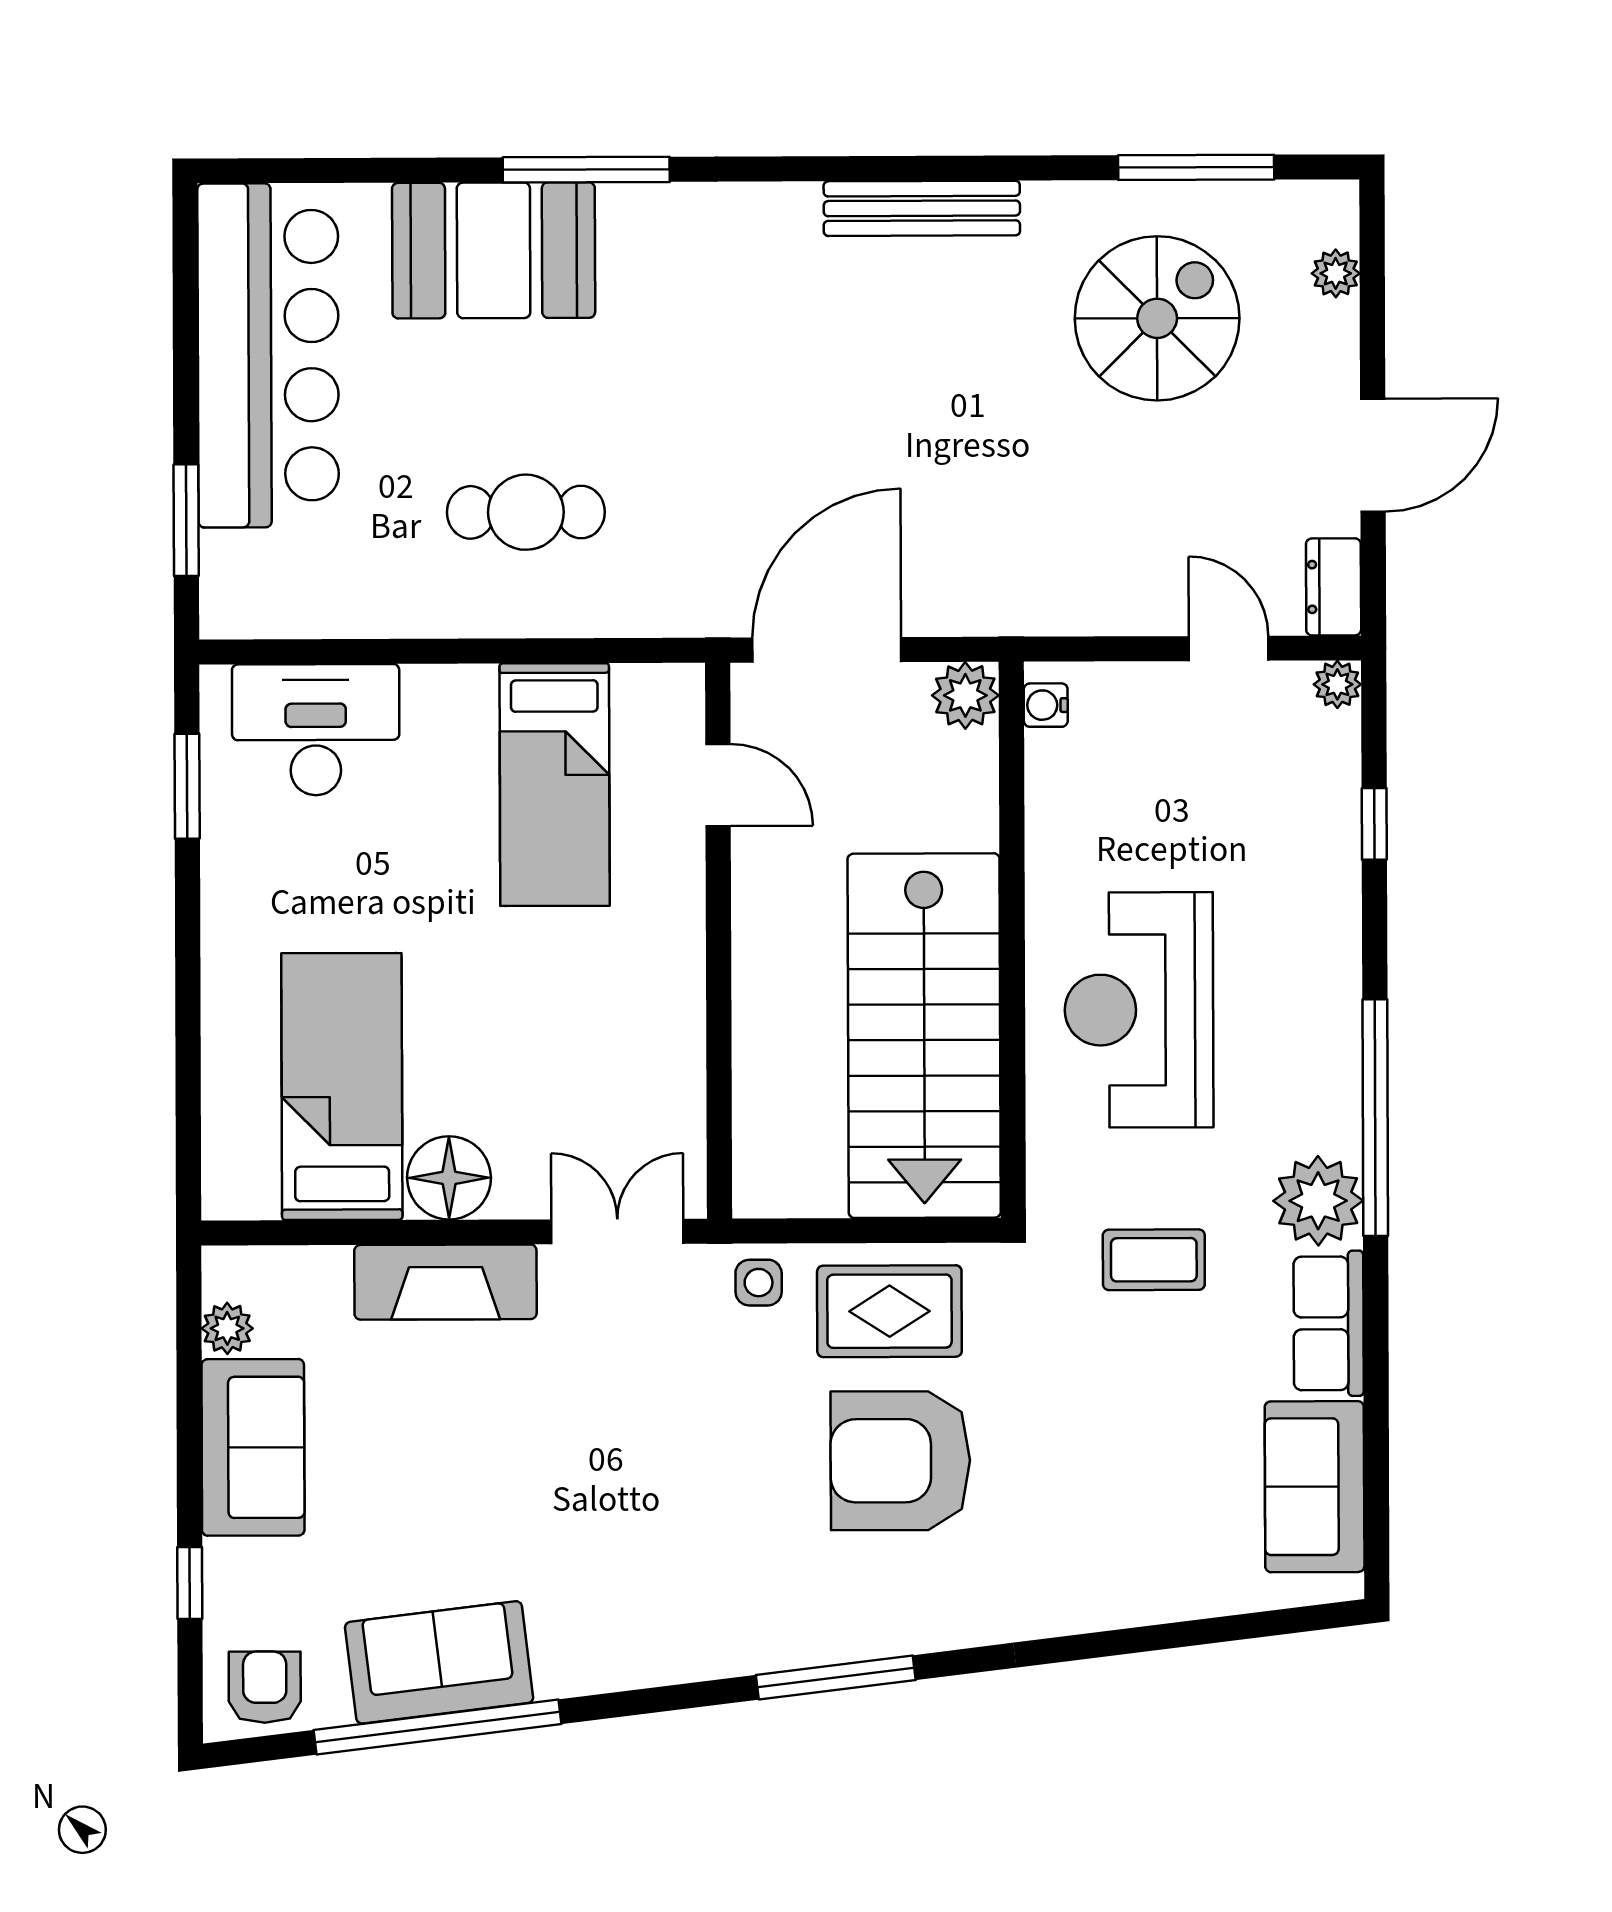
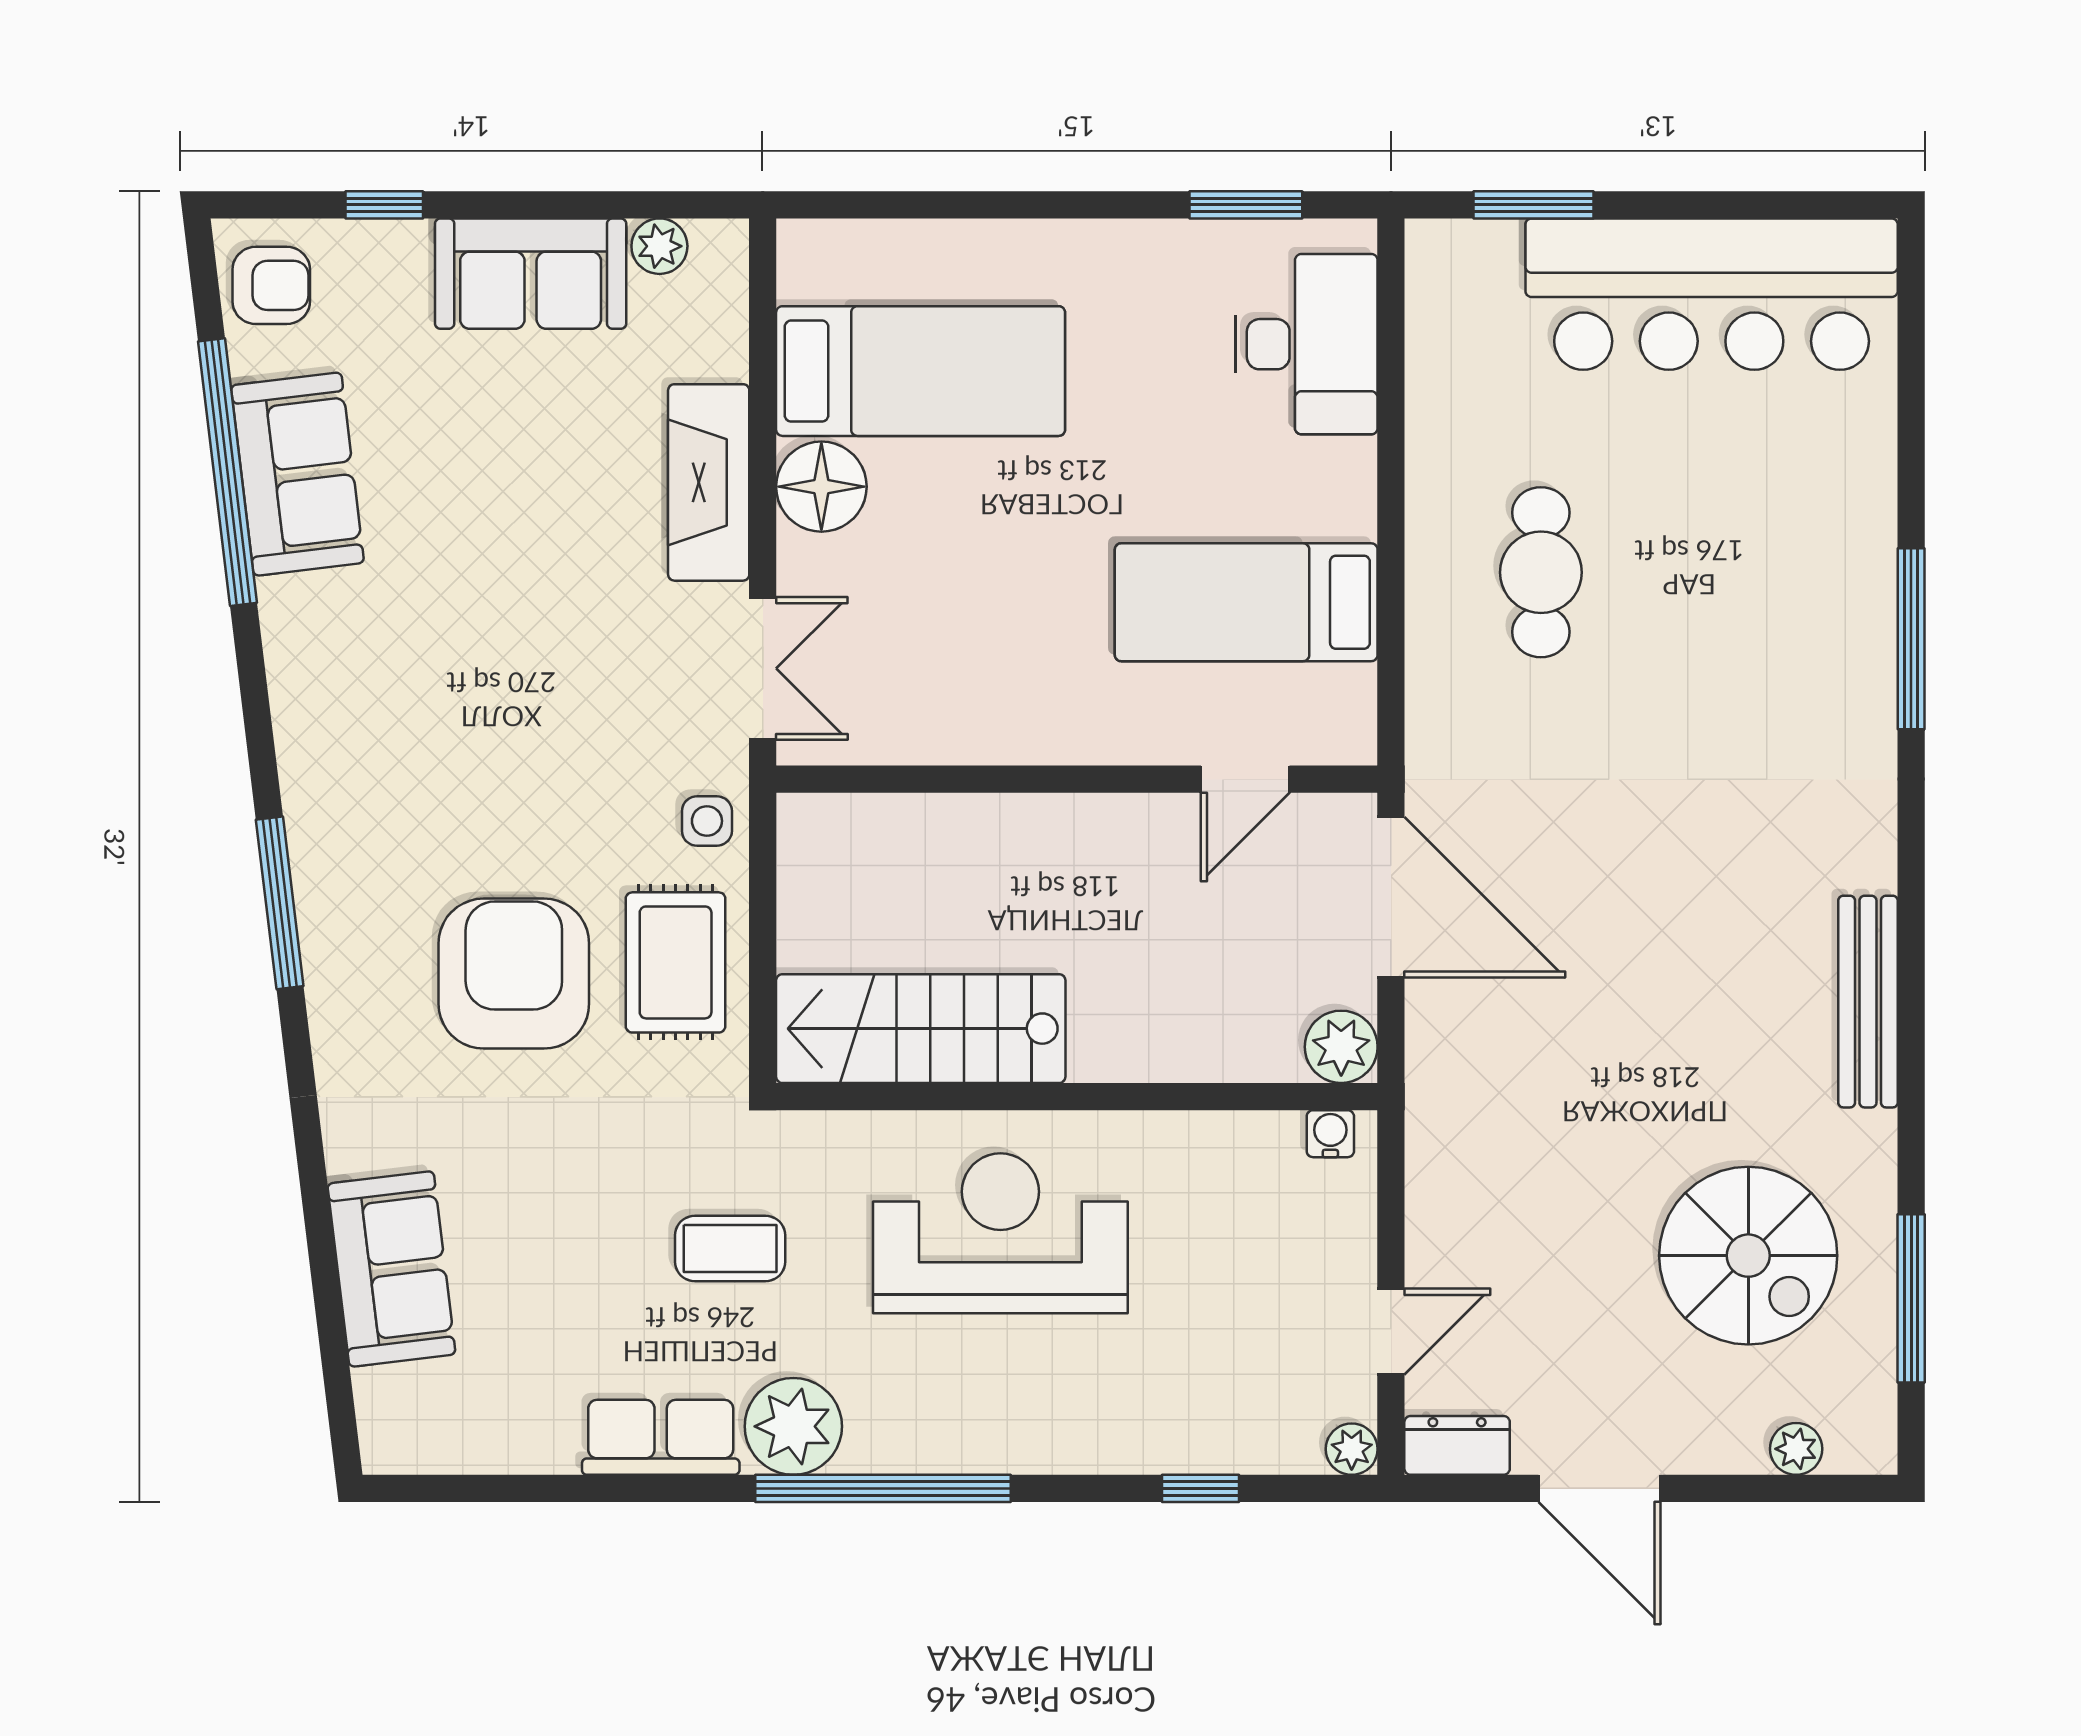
booth: (494, 250) -> (1824, 538), removed
stairs: (924, 1036) -> (921, 1029), width x0.73, depth x0.66
coffee table: (1154, 1260) -> (730, 1249), turned 90
sofa: (1315, 1487) -> (391, 1269), moved, turned 83

